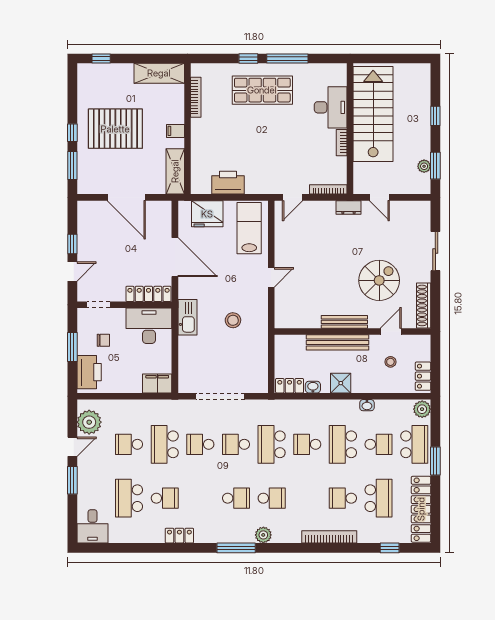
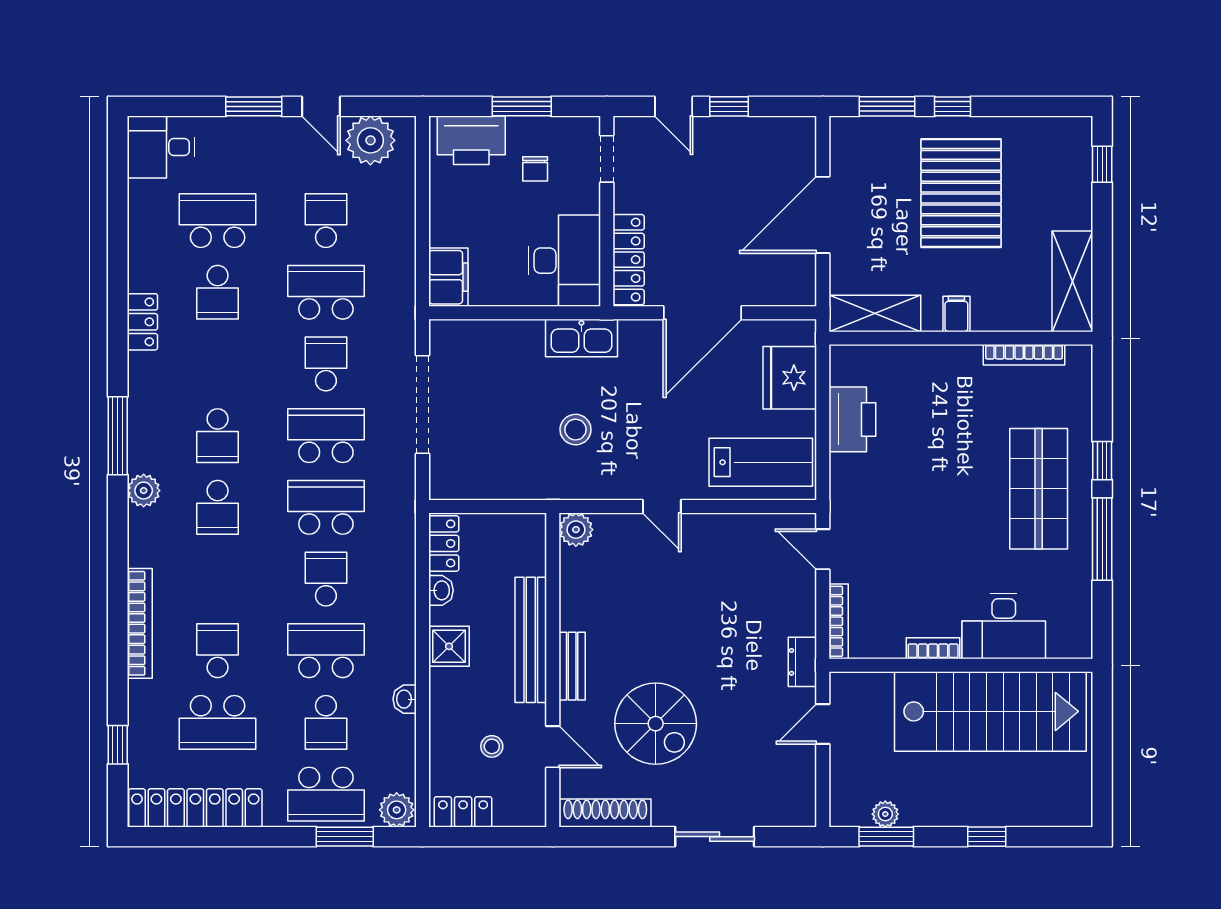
plant: (283, 320) -> (576, 530), added
bench: (344, 322) -> (572, 666), width x0.73
school desk: (236, 444) -> (326, 436), width x1.85
window: (435, 461) -> (345, 837), moved

